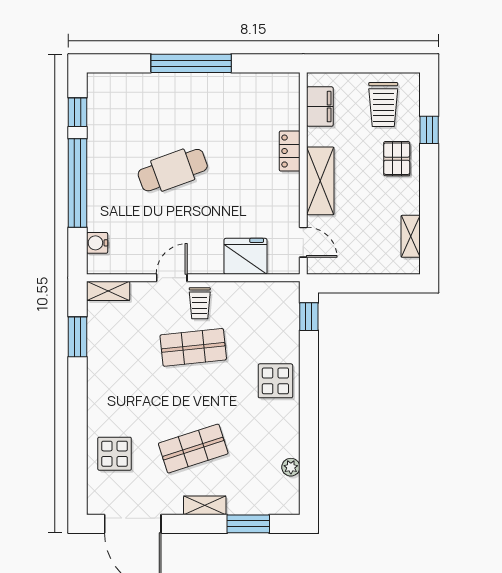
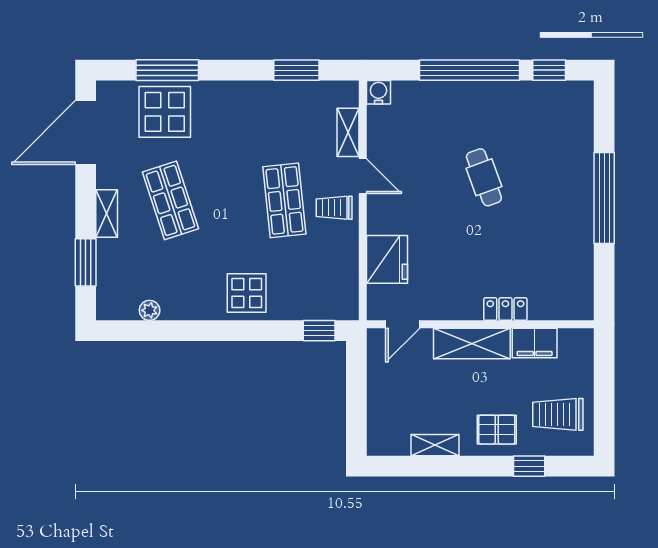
filing cabinet: (320, 107) -> (535, 343), moved
cafe table: (173, 170) -> (484, 177), width x0.73, depth x0.74
shelving: (411, 236) -> (435, 445), moved
water cooler: (97, 243) -> (378, 92), moved
shelving: (108, 291) -> (348, 132), moved
window: (77, 451) -> (167, 70), added
display table: (115, 454) -> (165, 112), width x1.36, depth x1.36

